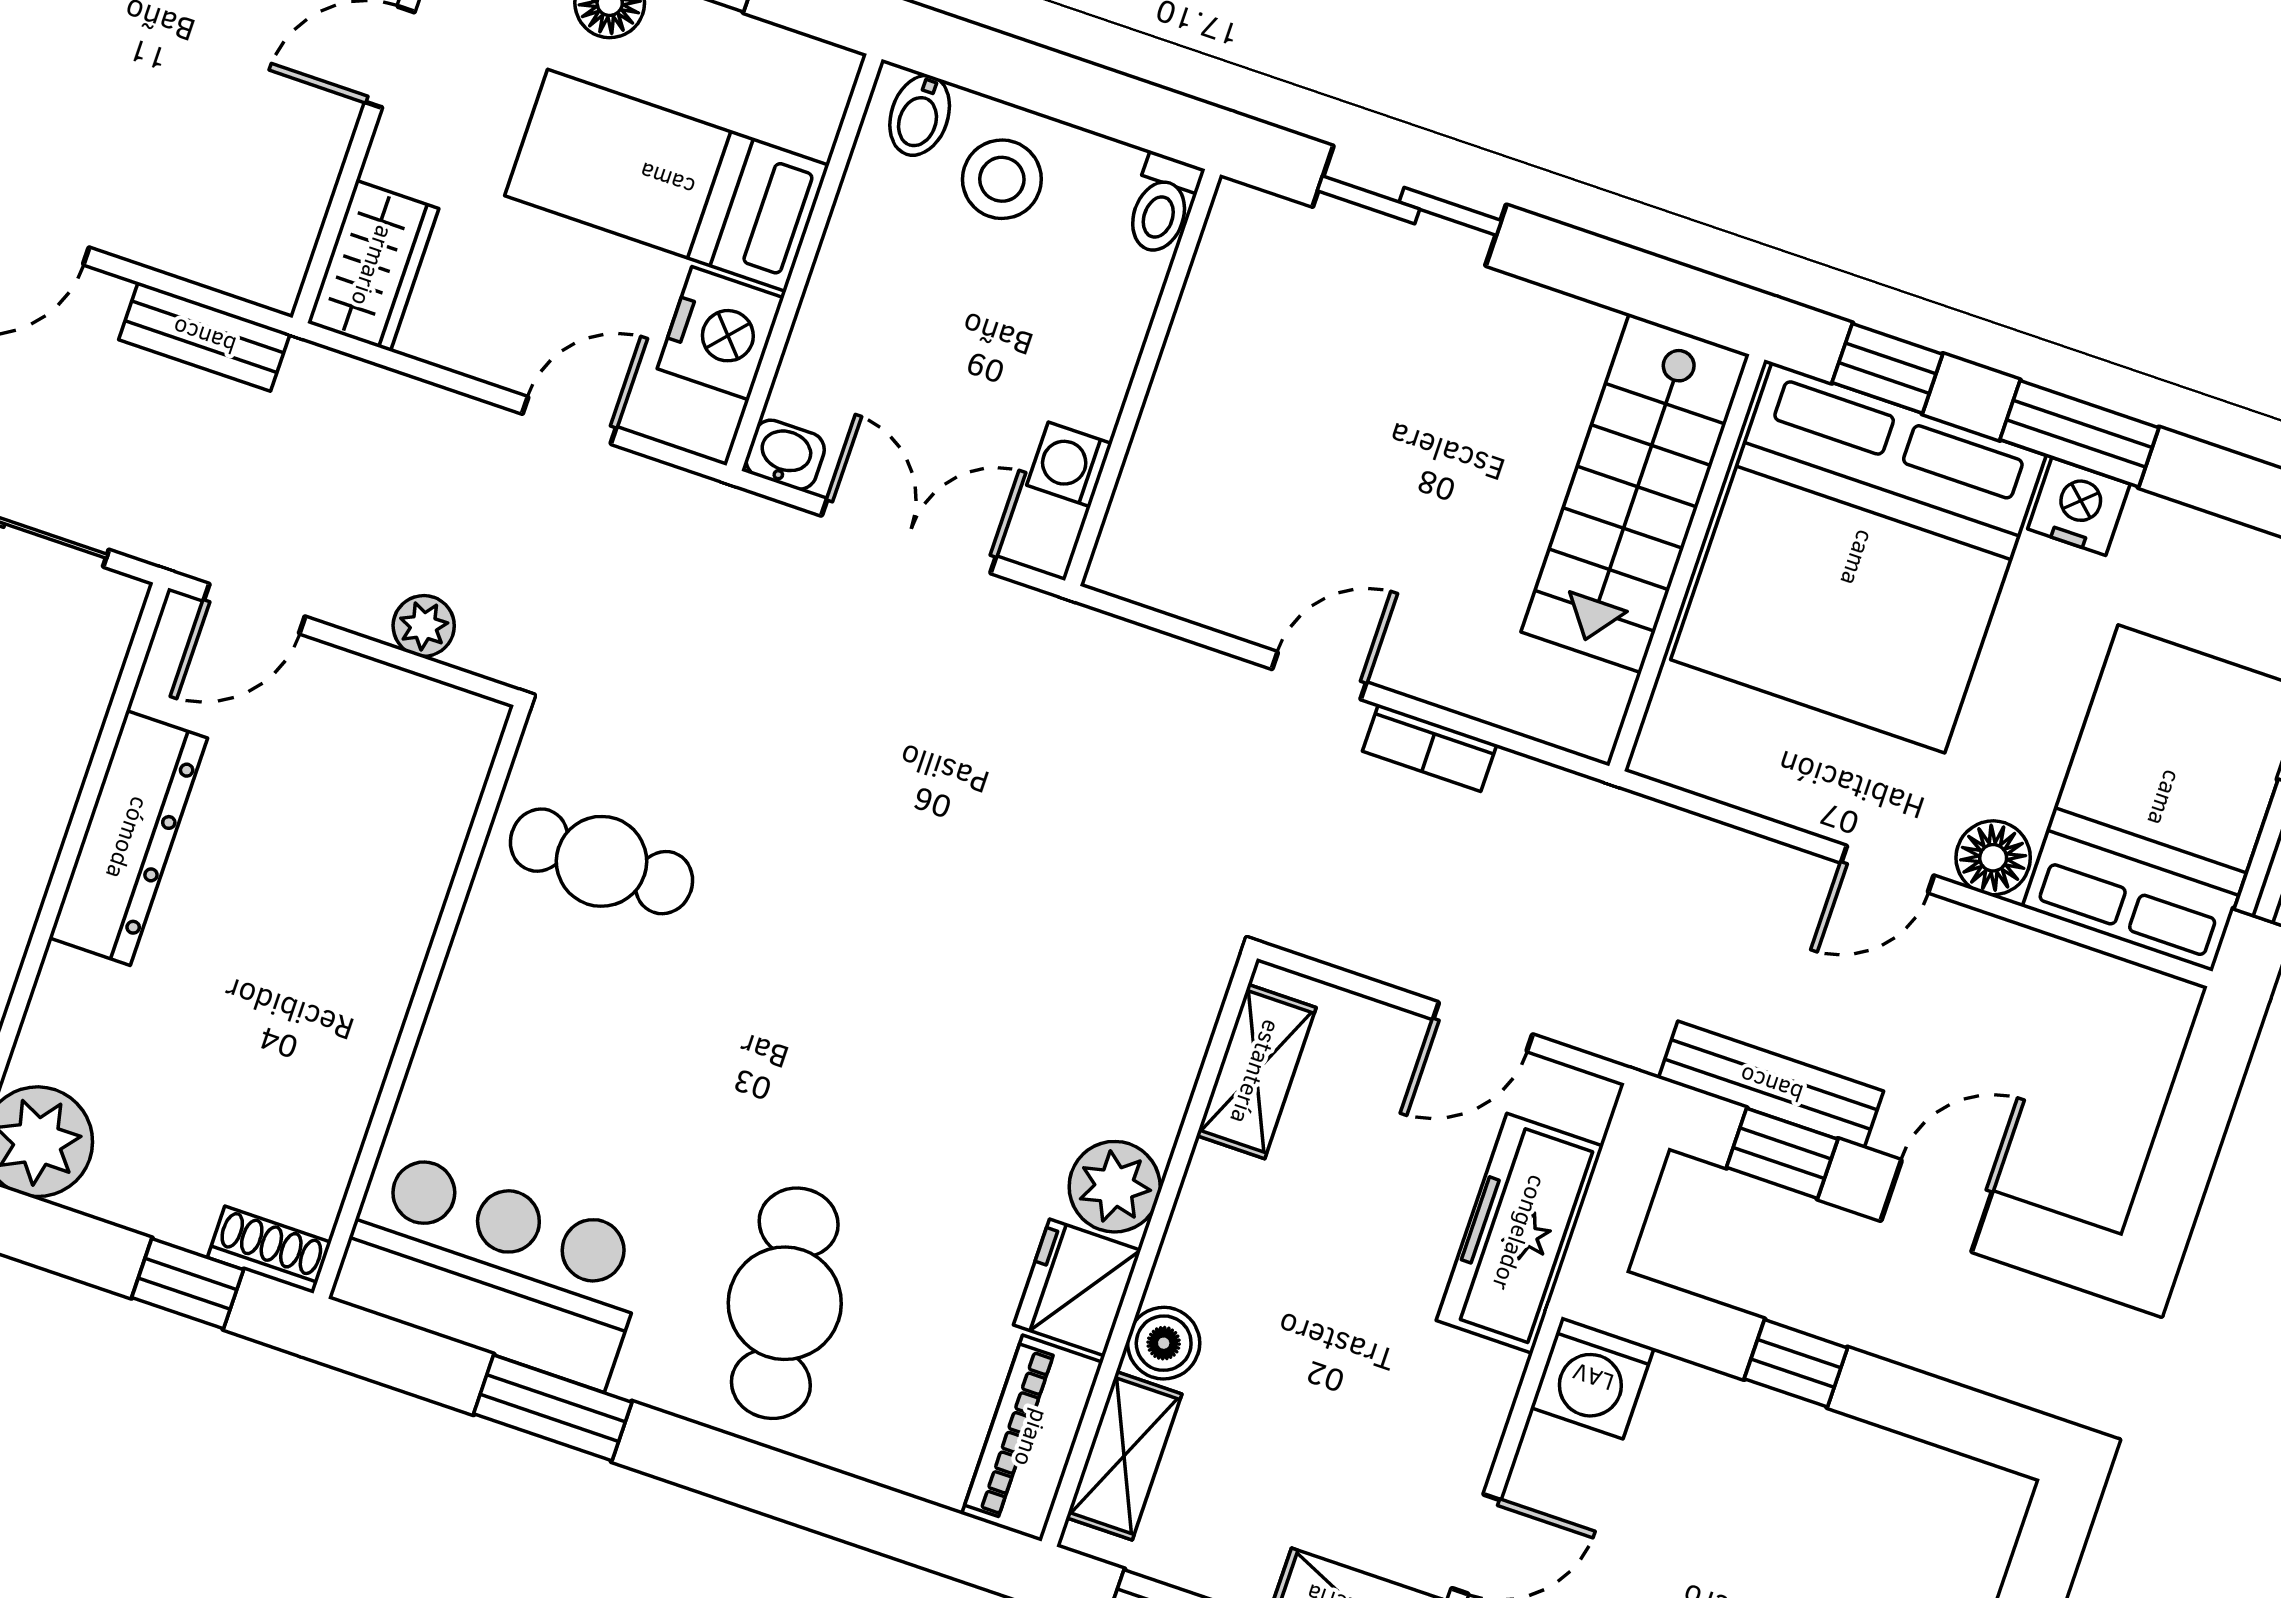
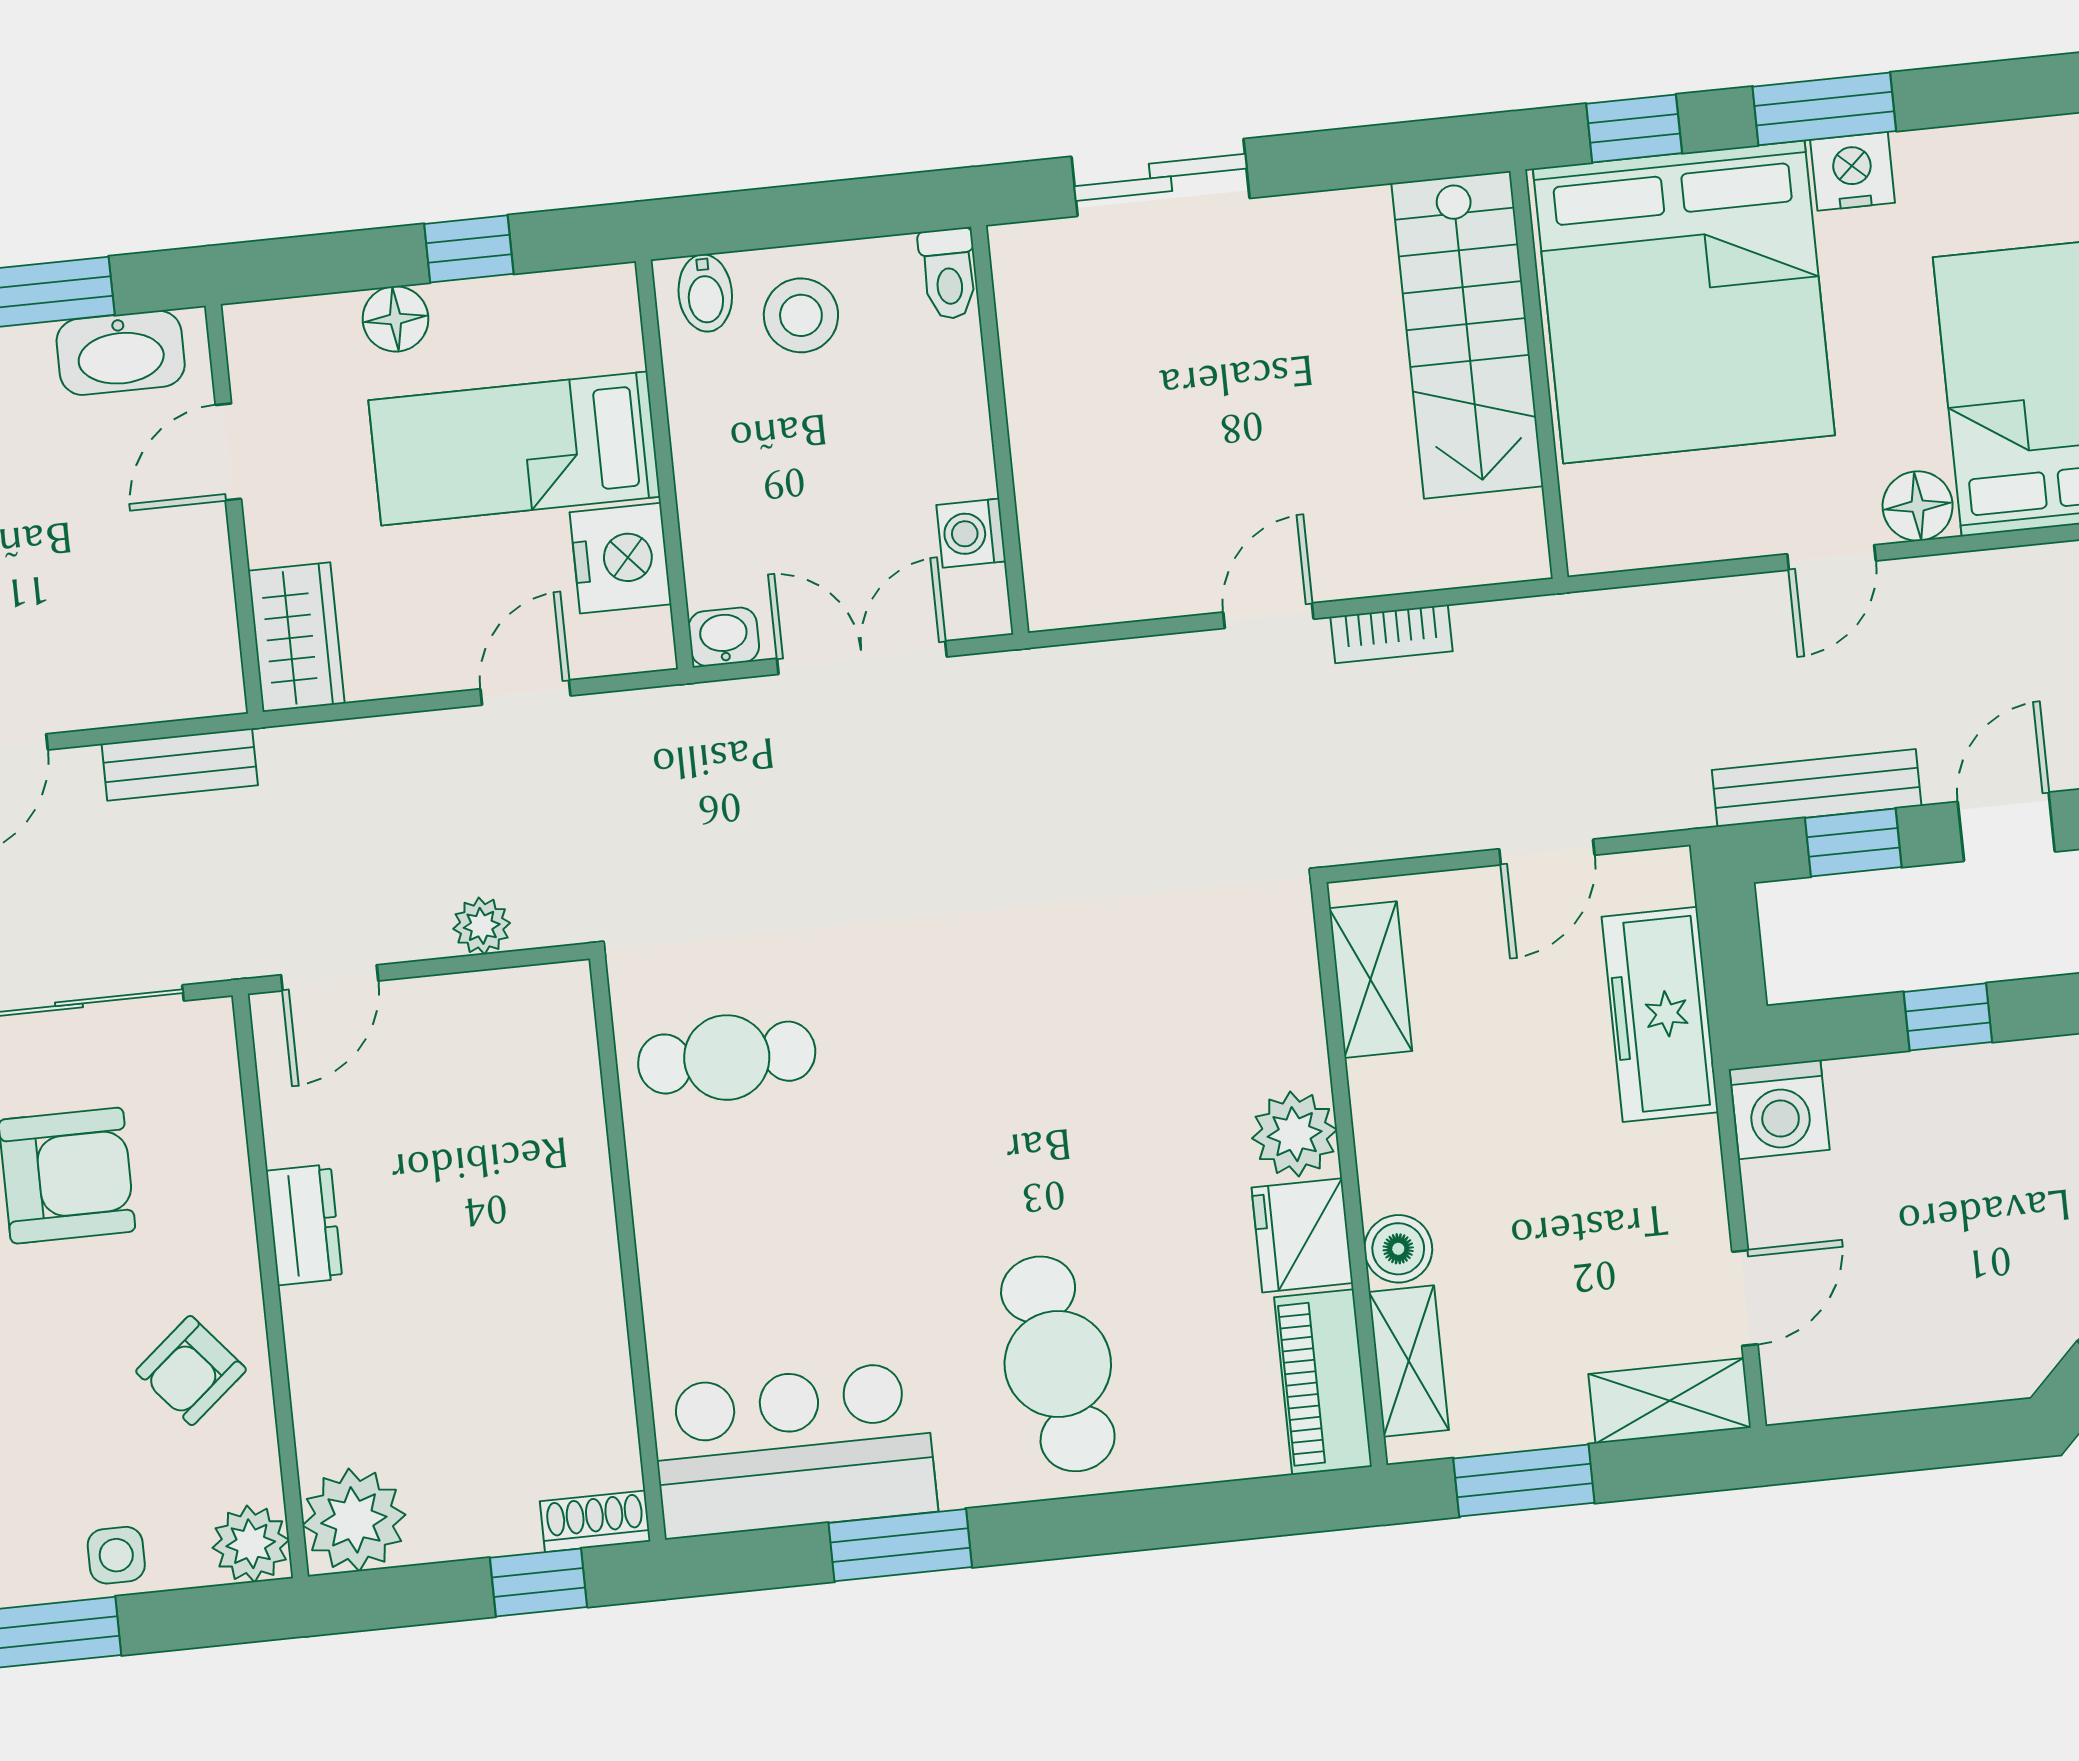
dresser: (128, 838) -> (304, 1225), width x0.51, depth x0.80

